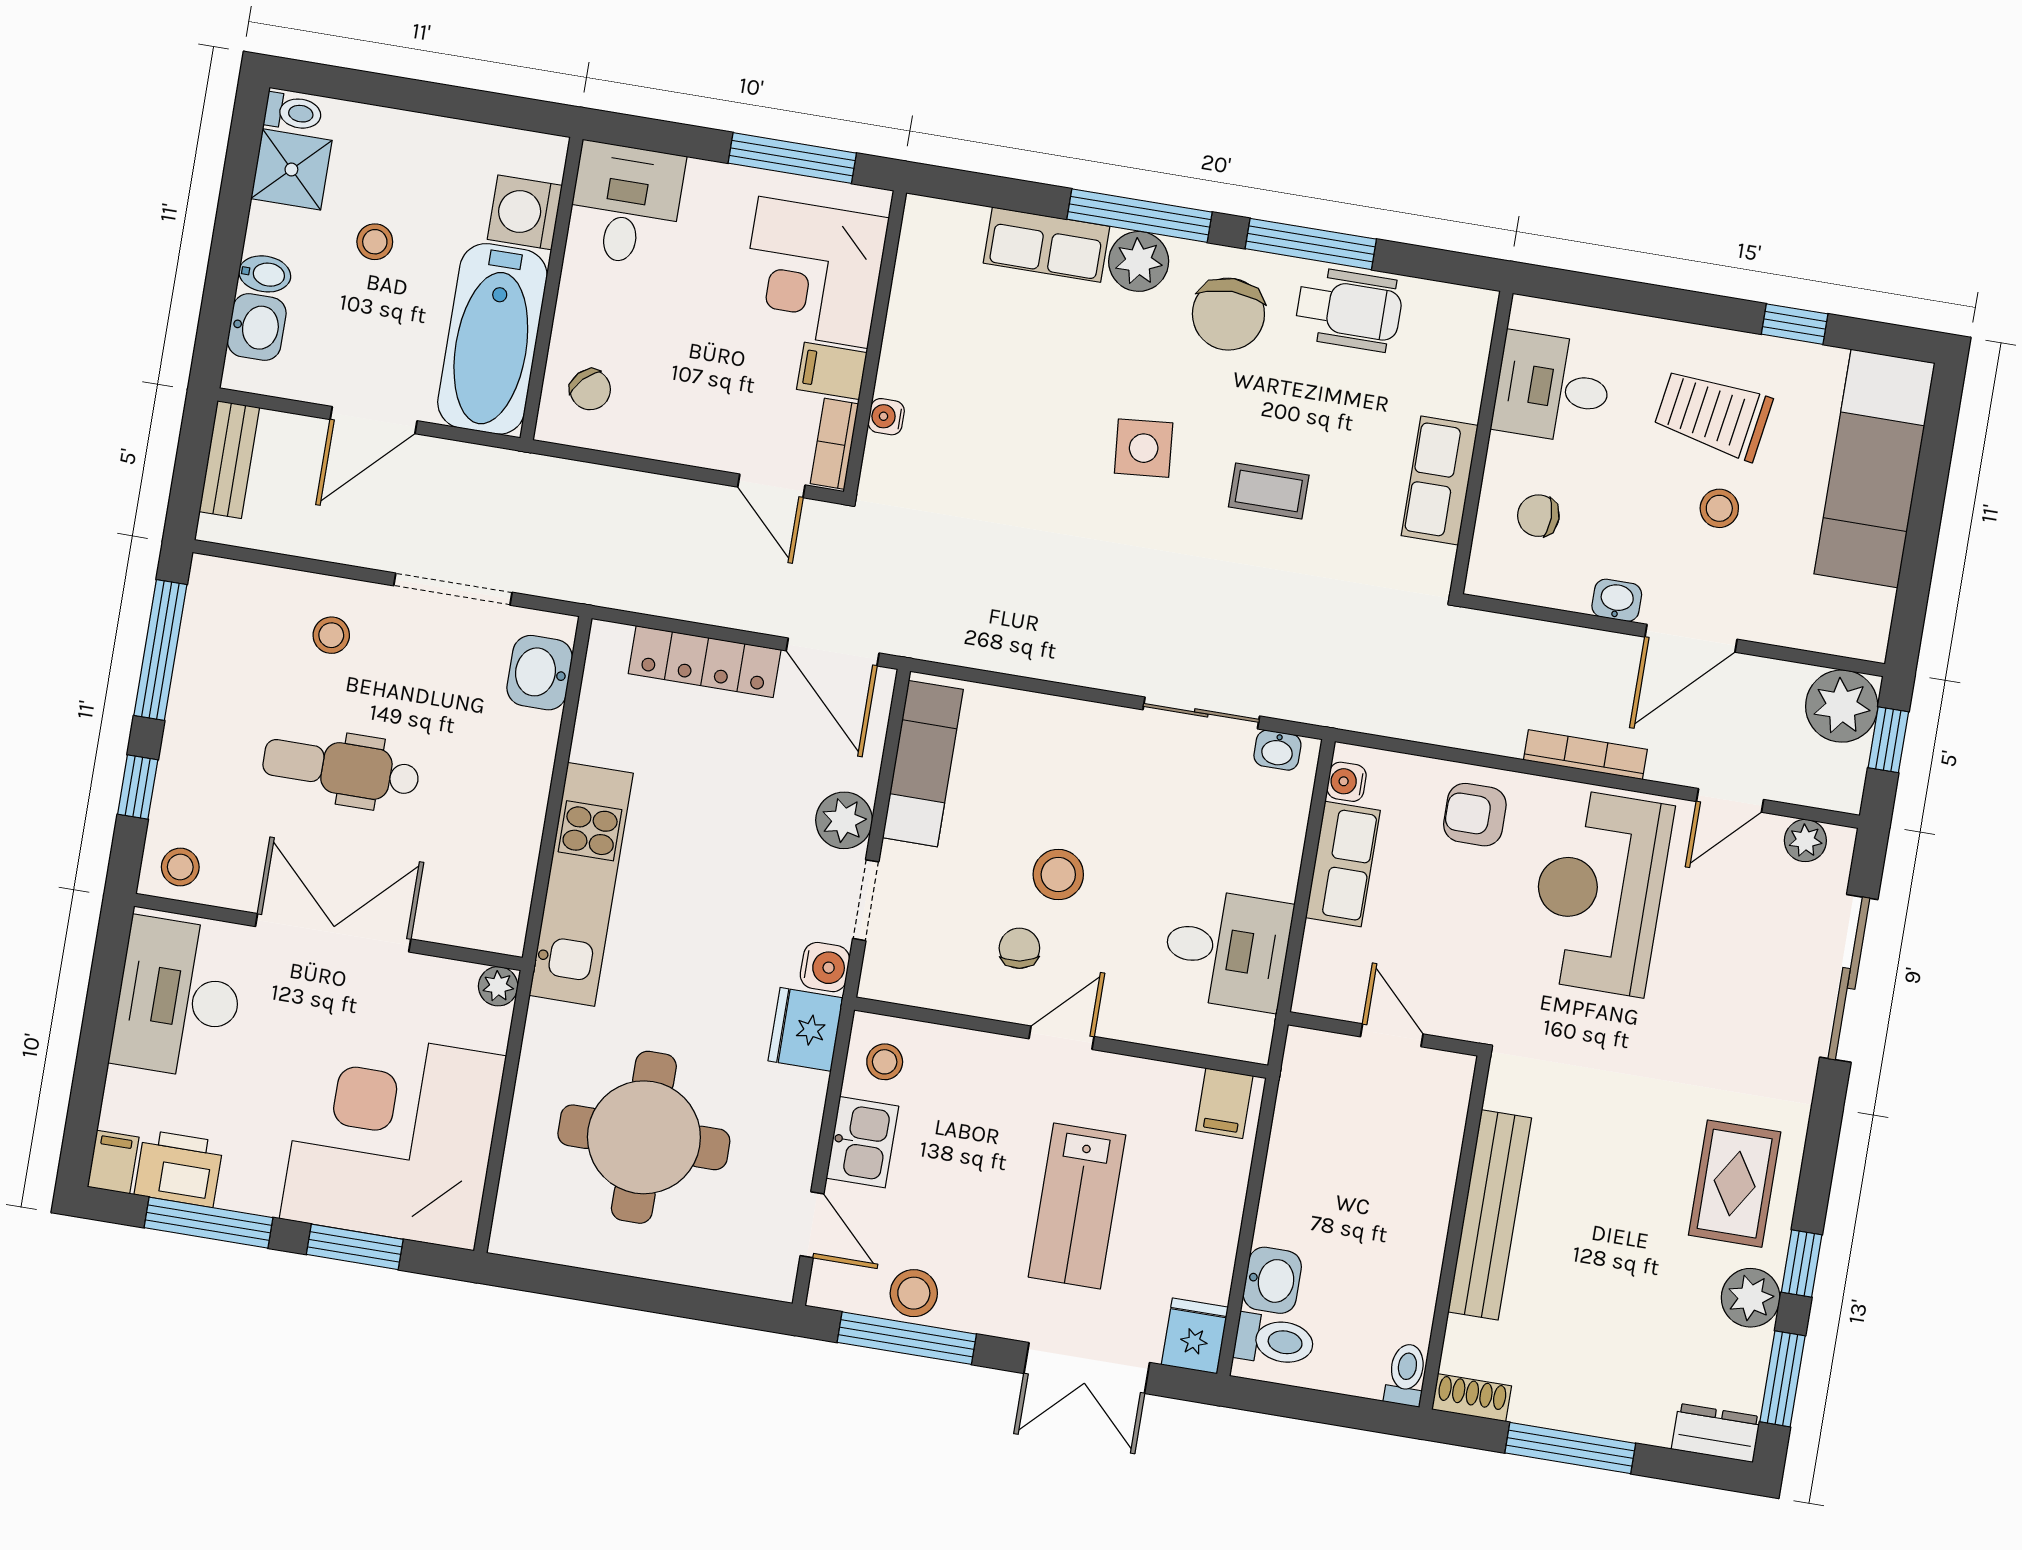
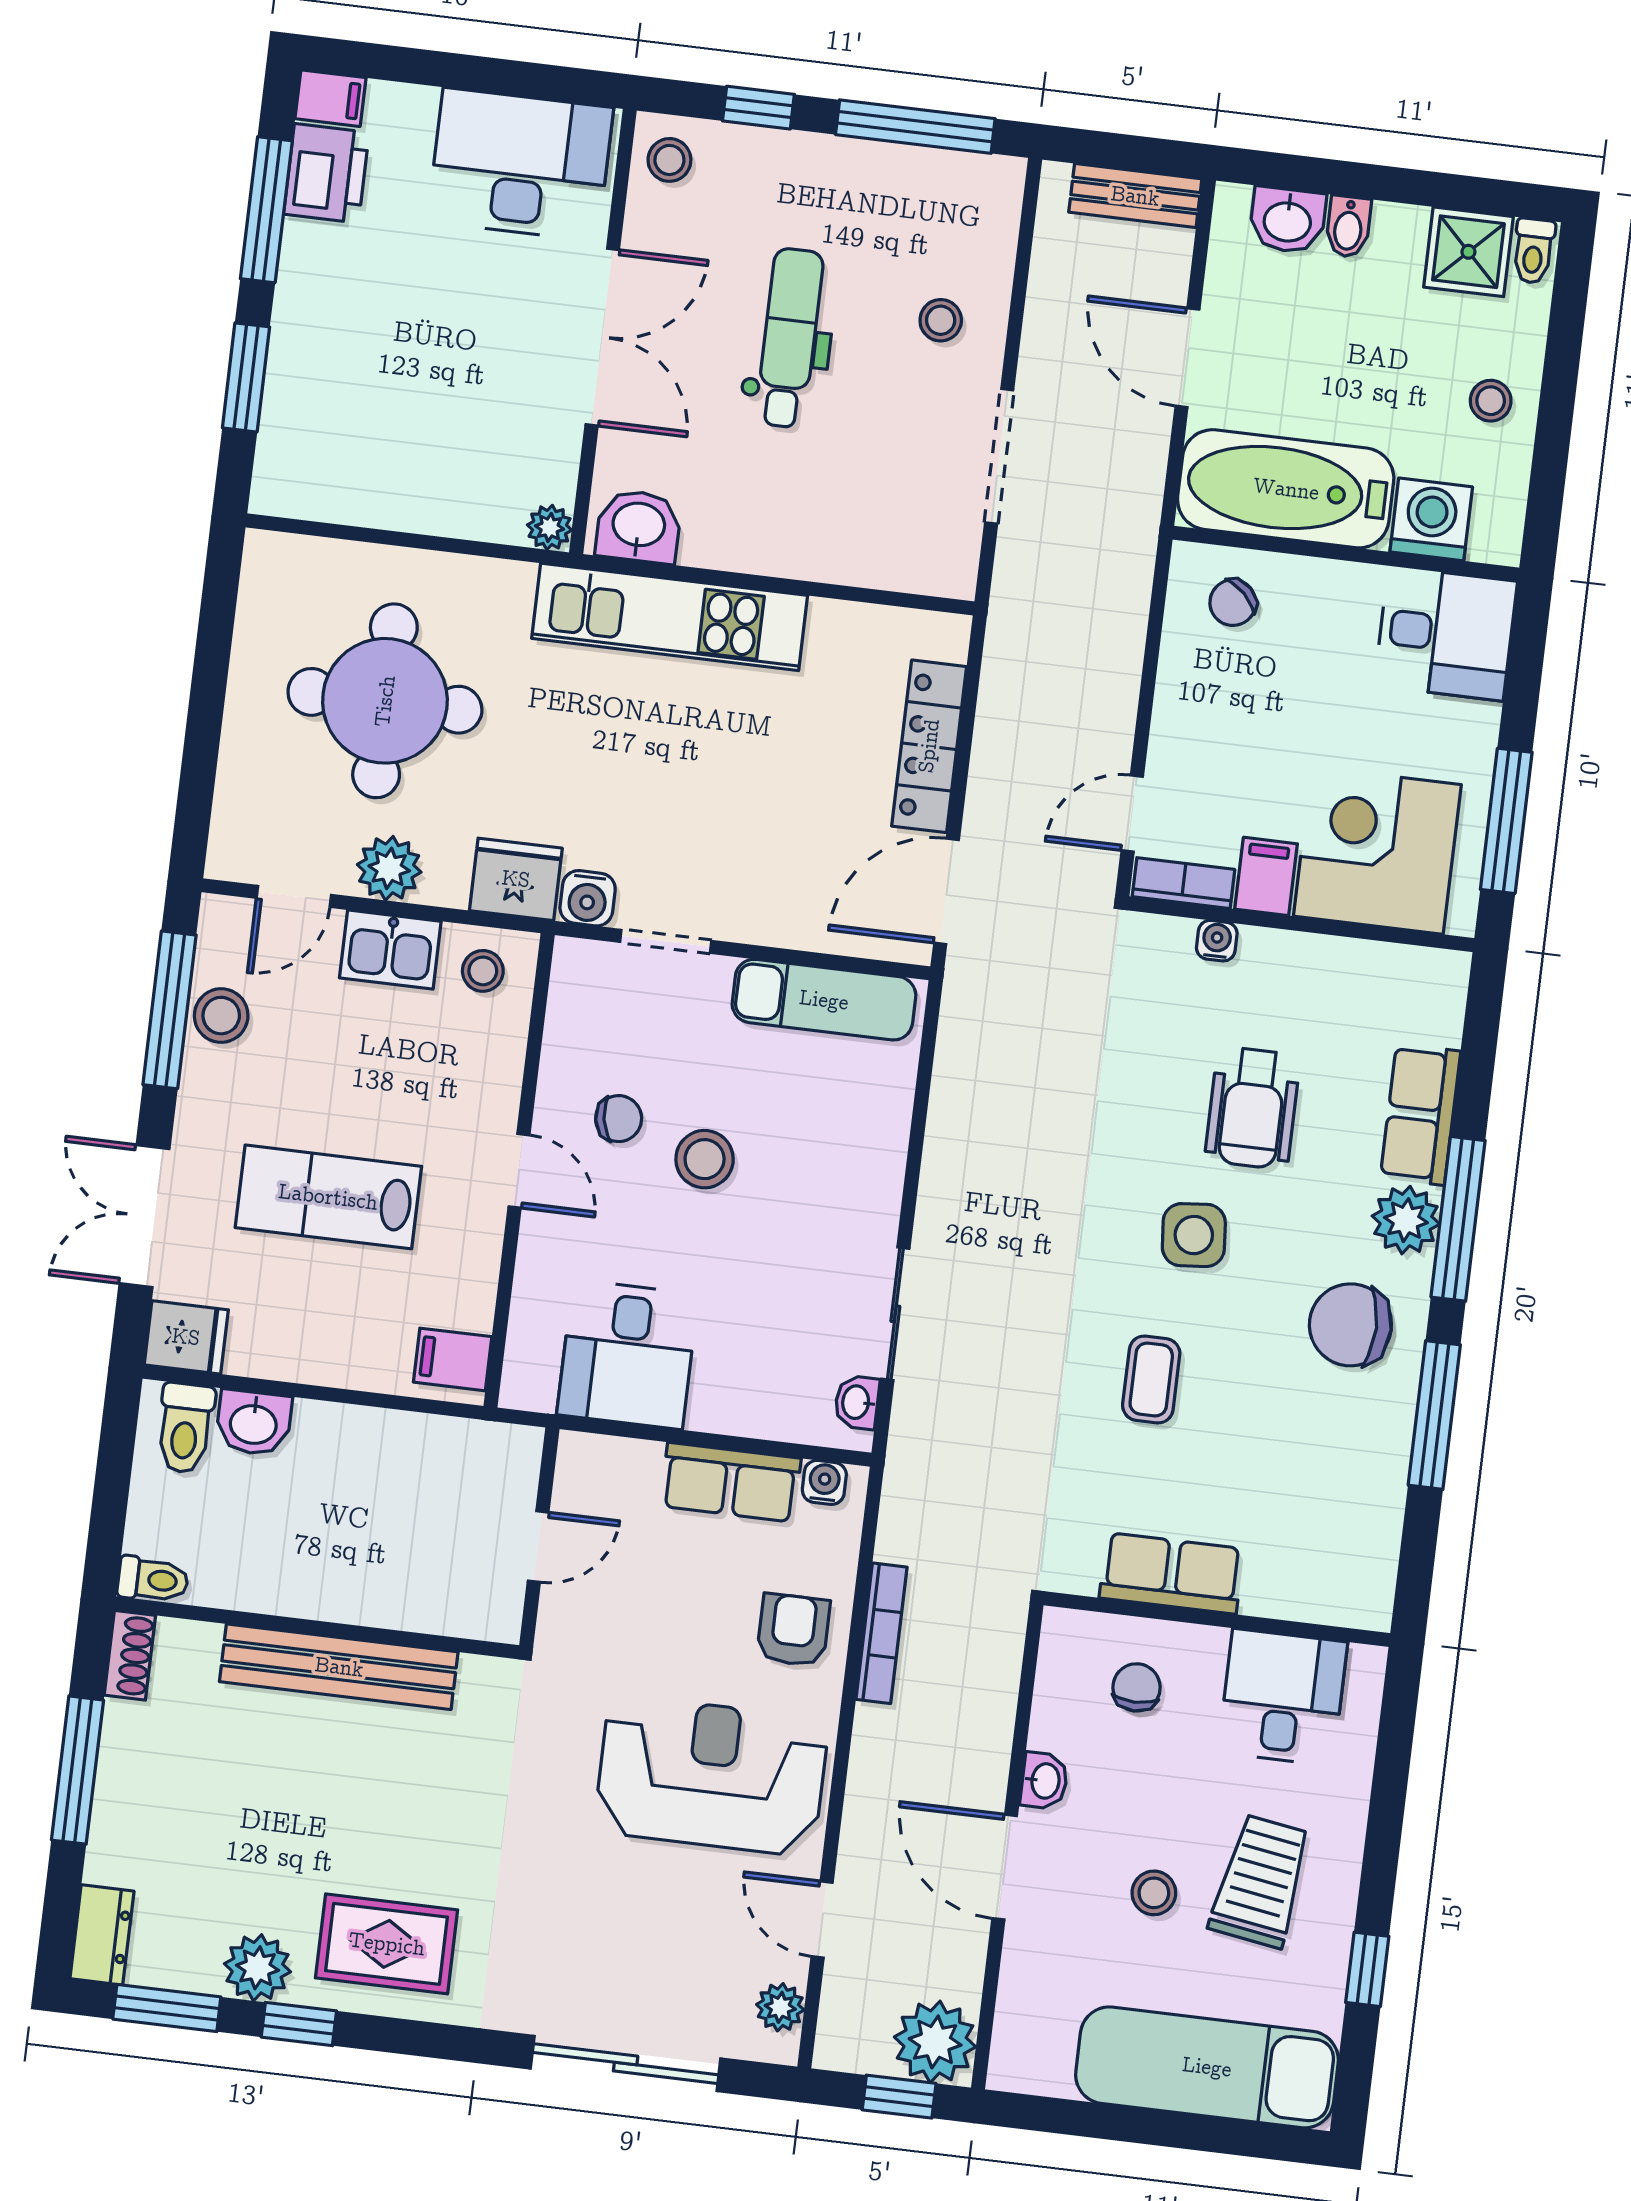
stool: (375, 242) -> (1491, 401), moved
wheelchair: (1349, 309) -> (1253, 1108), moved
washbasin: (540, 673) -> (639, 526), moved
bookcase: (1585, 755) -> (882, 1633), moved
plant: (844, 820) -> (389, 868), moved
corner desk: (393, 1137) -> (372, 415), removed

